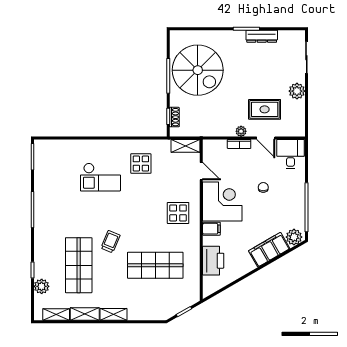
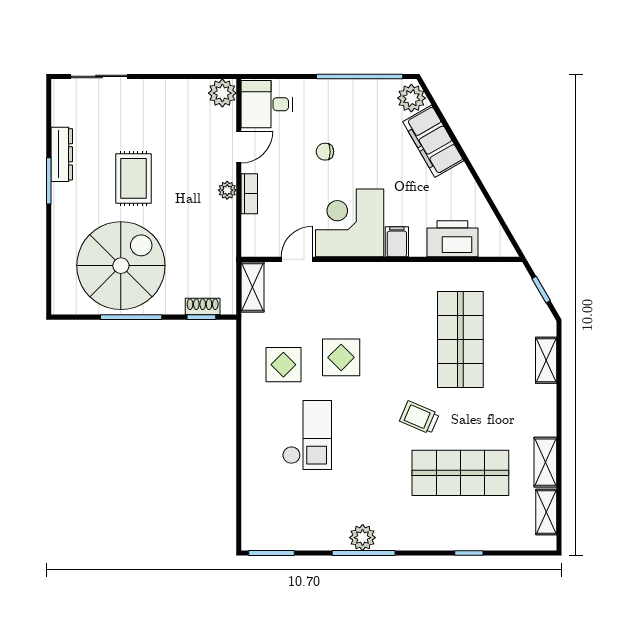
plant: (297, 91) -> (222, 93), moved
rug: (265, 109) -> (133, 178), moved
display table: (178, 213) -> (341, 357), moved
plant: (42, 286) -> (363, 538), moved
shelving: (114, 314) -> (546, 360), moved

